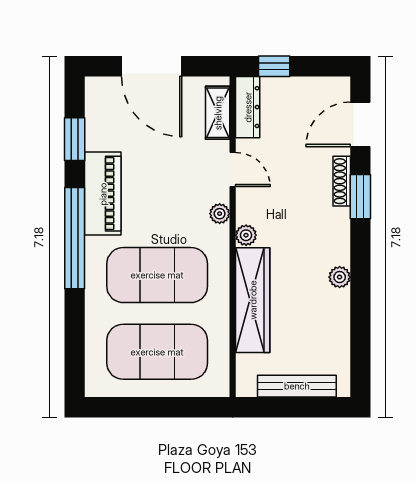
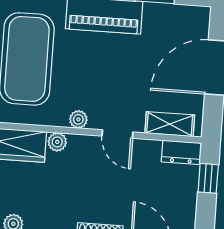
dresser: (248, 107) -> (181, 152), width x0.70
door: (233, 170) -> (117, 134), hinge flipped

